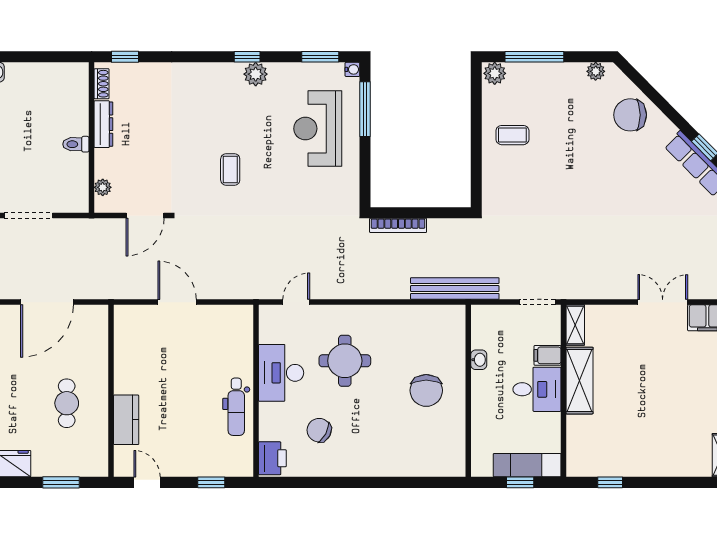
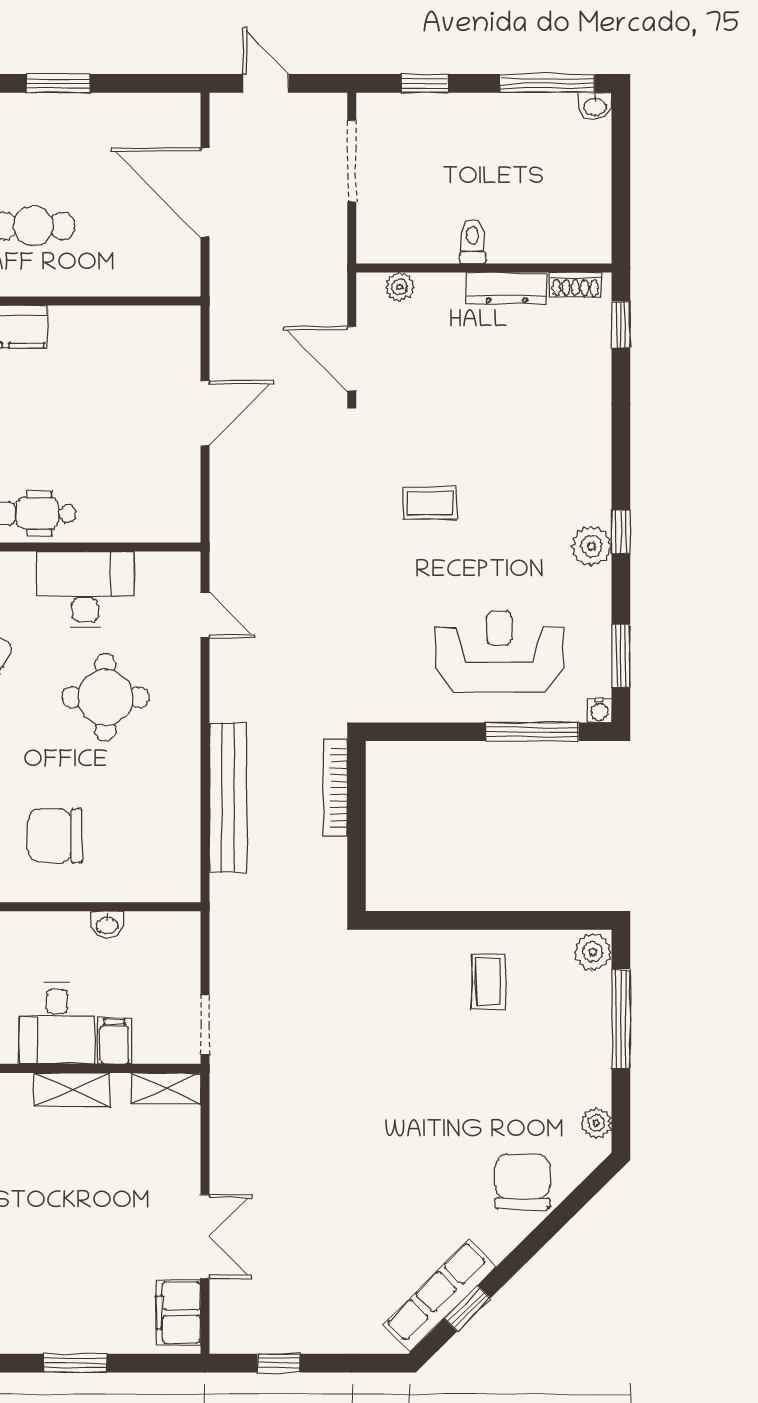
bench: (455, 288) -> (228, 798), moved
shelving: (579, 381) -> (72, 1090), width x0.67, depth x0.75

